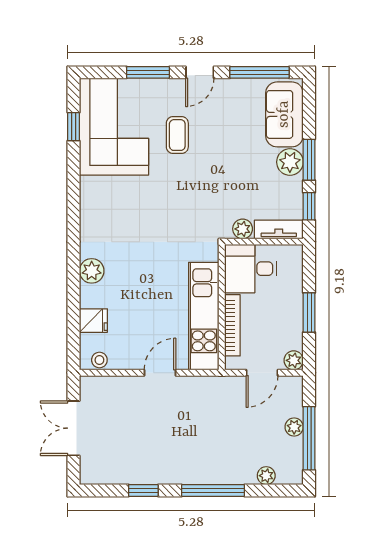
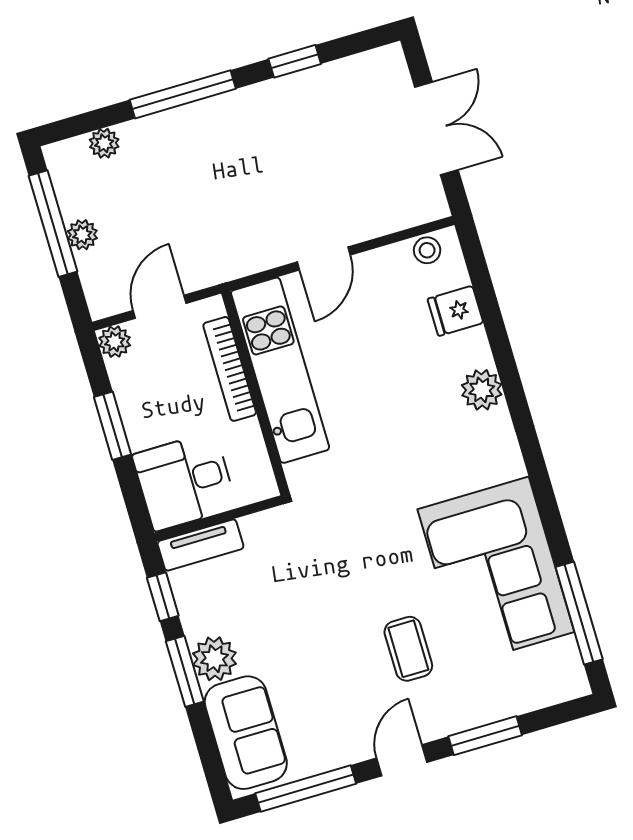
window: (74, 127) -> (579, 613), width x2.17
corner sofa: (114, 127) -> (496, 571), moved
plant: (243, 229) -> (259, 529), removed
desk: (251, 269) -> (185, 481), moved, turned 180

